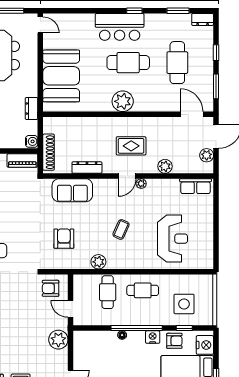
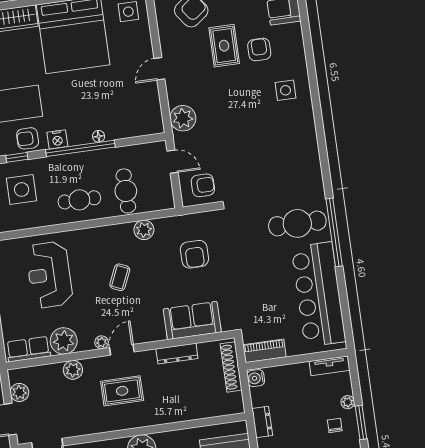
plant: (169, 189) -> (64, 341), added

